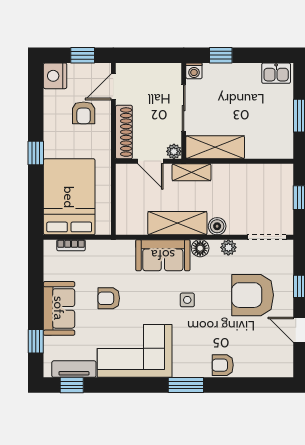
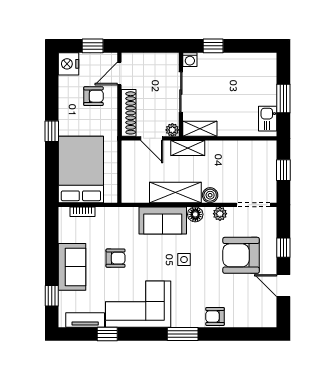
kitchen sink: (276, 73) -> (268, 119), moved, turned 90
armchair: (84, 113) -> (93, 96), turned -90
shelving: (215, 147) -> (200, 129), width x0.67, depth x0.75
armchair: (109, 298) -> (116, 258), turned 180
window: (72, 385) -> (107, 334), moved

